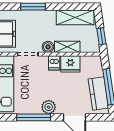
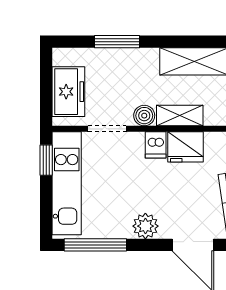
window: (34, 117) -> (95, 245), moved

